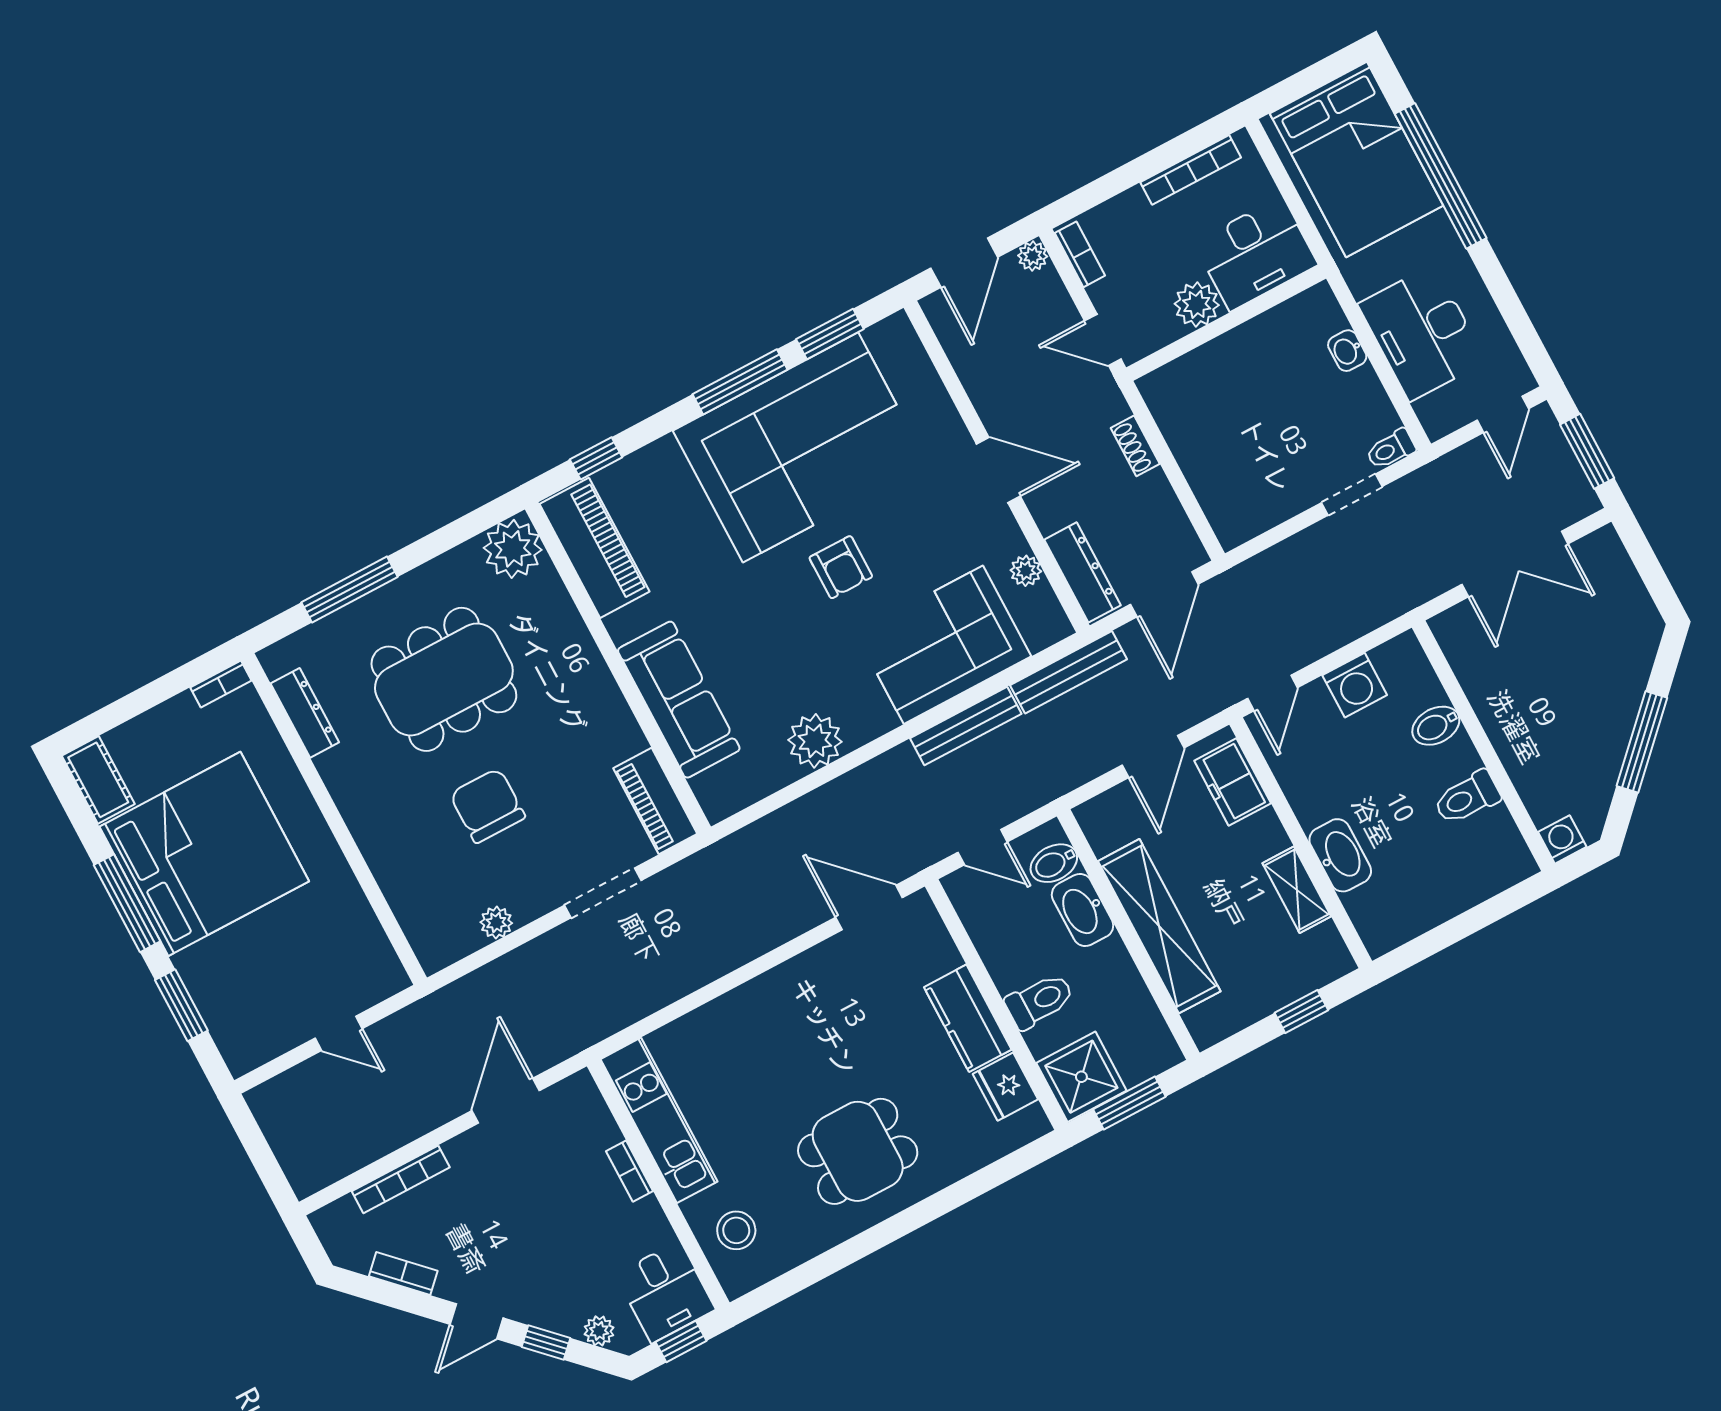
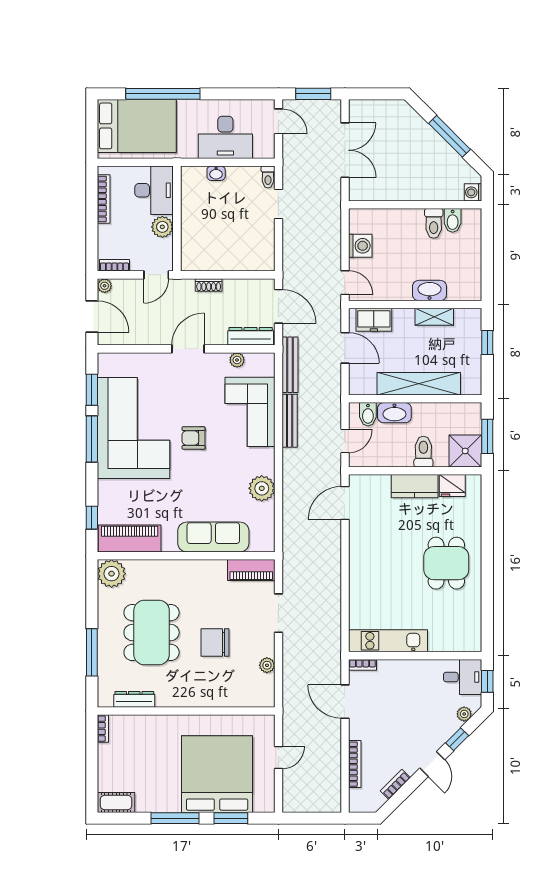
armchair: (841, 567) -> (194, 438), turned 180
bidet: (1436, 726) -> (453, 220), moved
bed: (204, 854) -> (217, 774), moved
bookcase: (630, 1171) -> (362, 665), moved
stool: (736, 1230) -> (452, 633), removed

